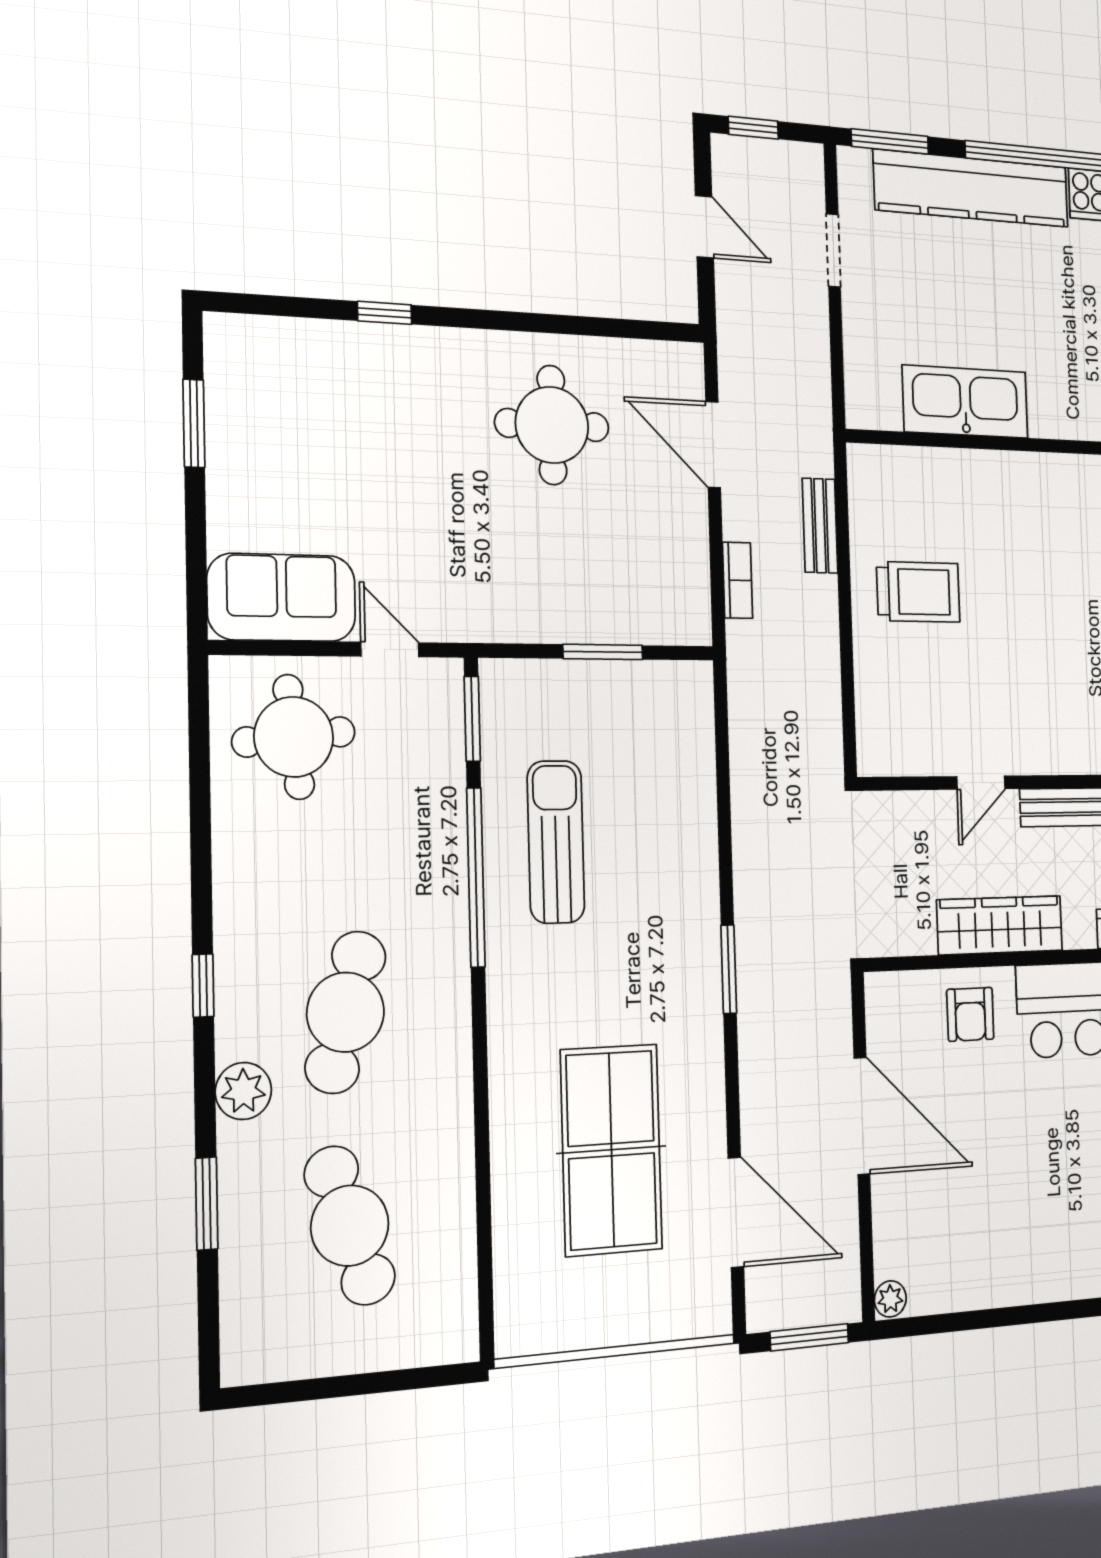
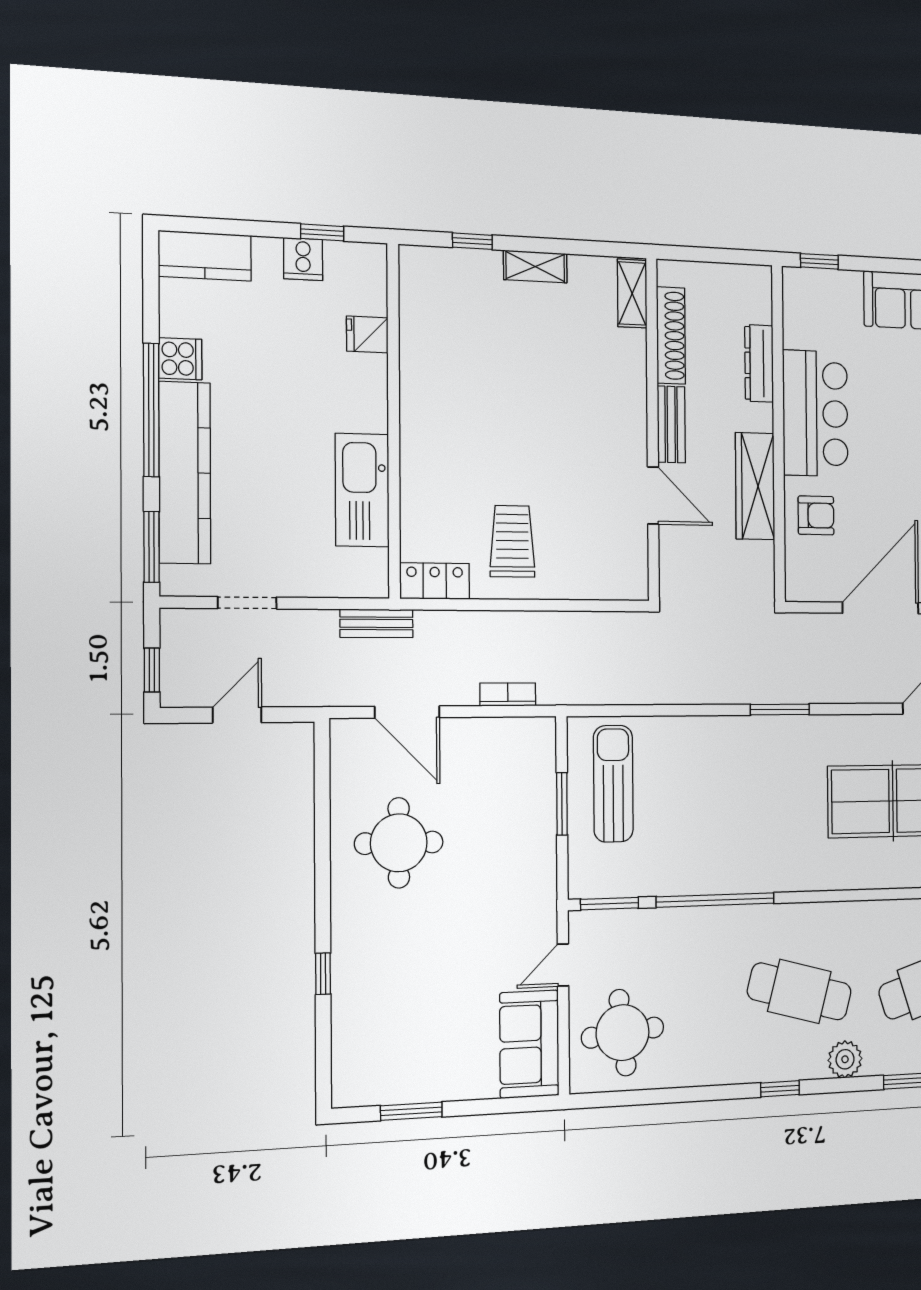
door: (713, 445) -> (407, 712), hinge flipped
locker: (868, 488) -> (435, 581), added
bench: (820, 526) -> (377, 623), moved
door: (981, 783) -> (653, 495), width x1.38
sun lounger: (556, 842) -> (613, 784), moved, turned 90

